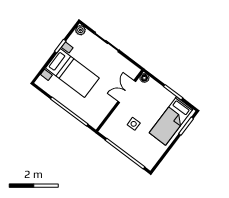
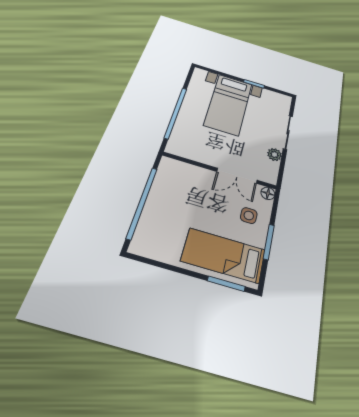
plant: (80, 30) -> (274, 155), moved
double door: (127, 92) -> (237, 176), swing flipped
side table: (134, 124) -> (249, 215), moved

